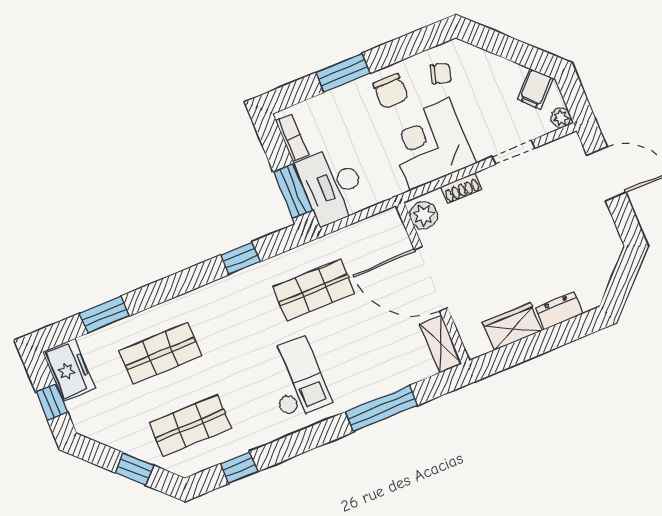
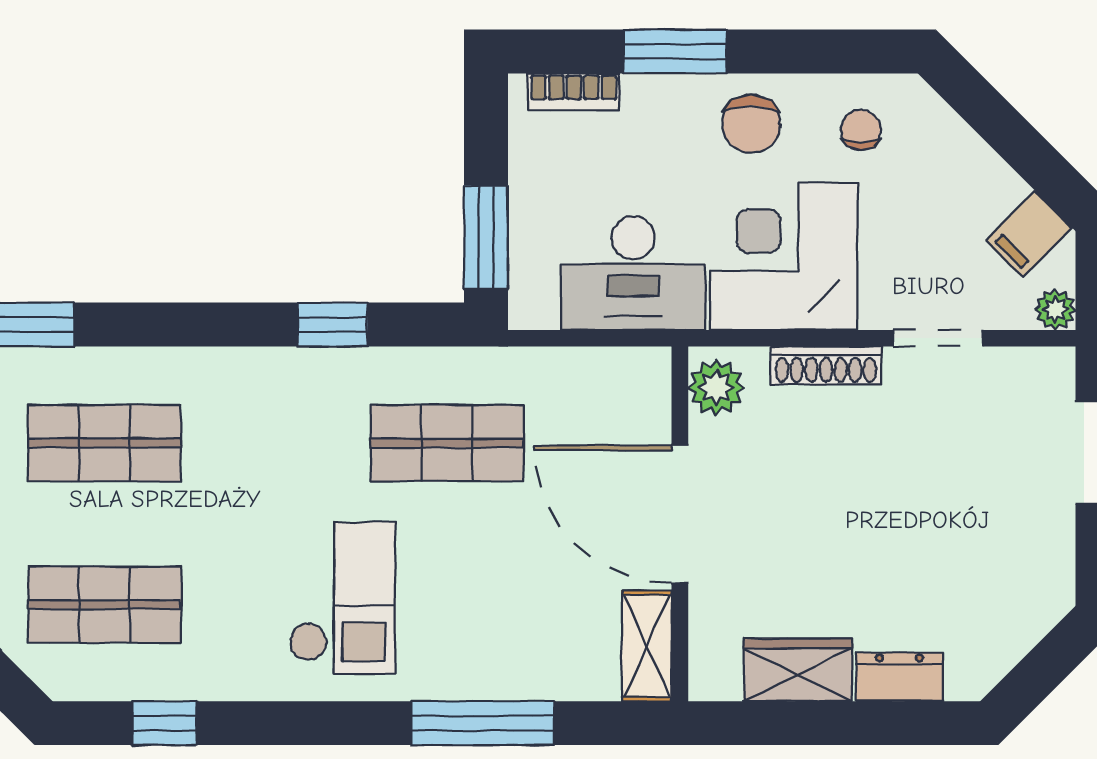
chair: (441, 73) -> (861, 130), turned -105
bookcase: (292, 138) -> (574, 92), moved, turned 90
desk: (332, 185) -> (633, 273), moved, turned -90
shoe rack: (461, 188) -> (826, 365), width x1.43

